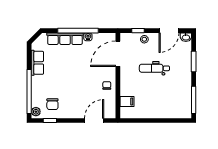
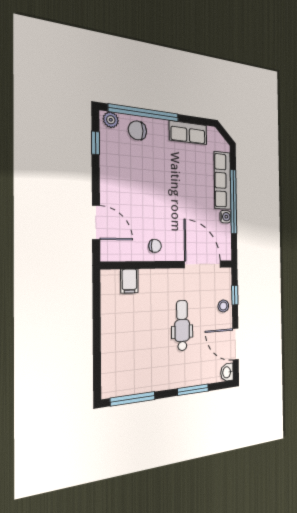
chair: (52, 104) -> (137, 130), moved

